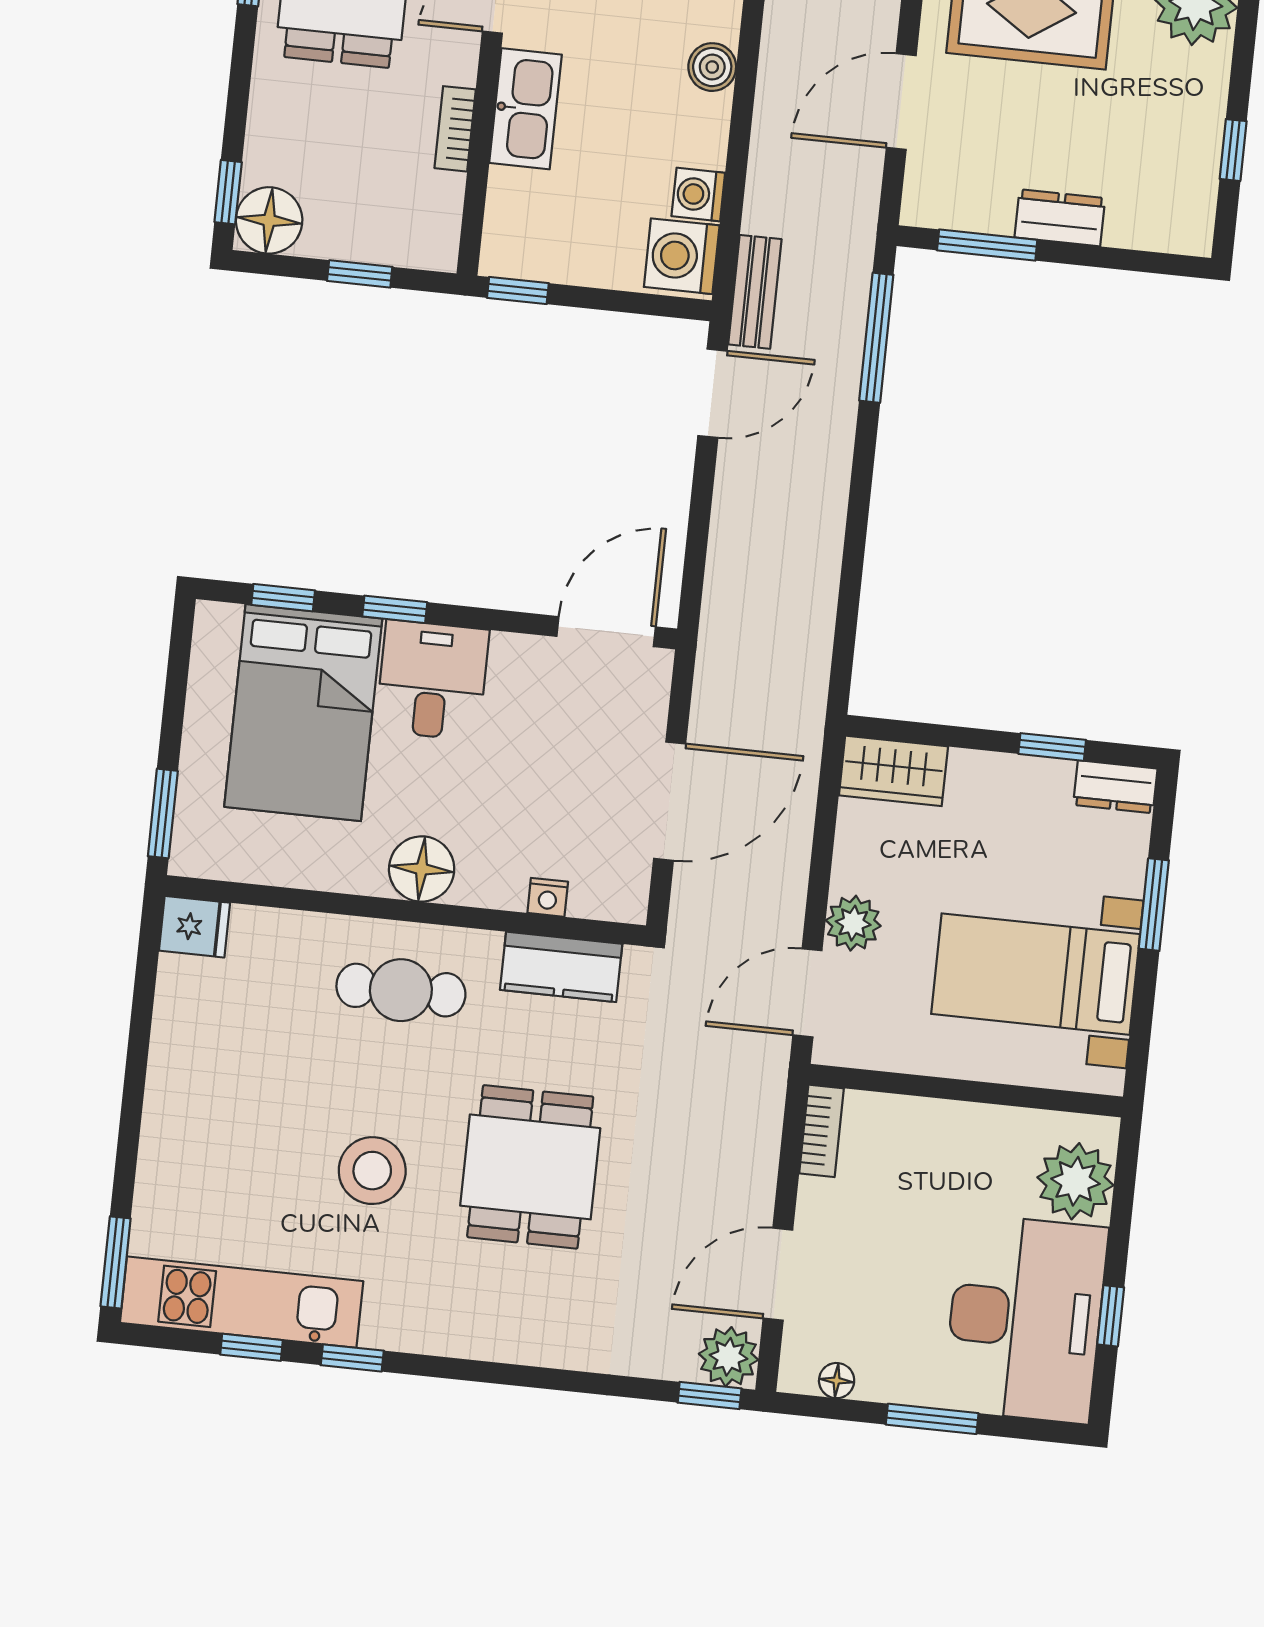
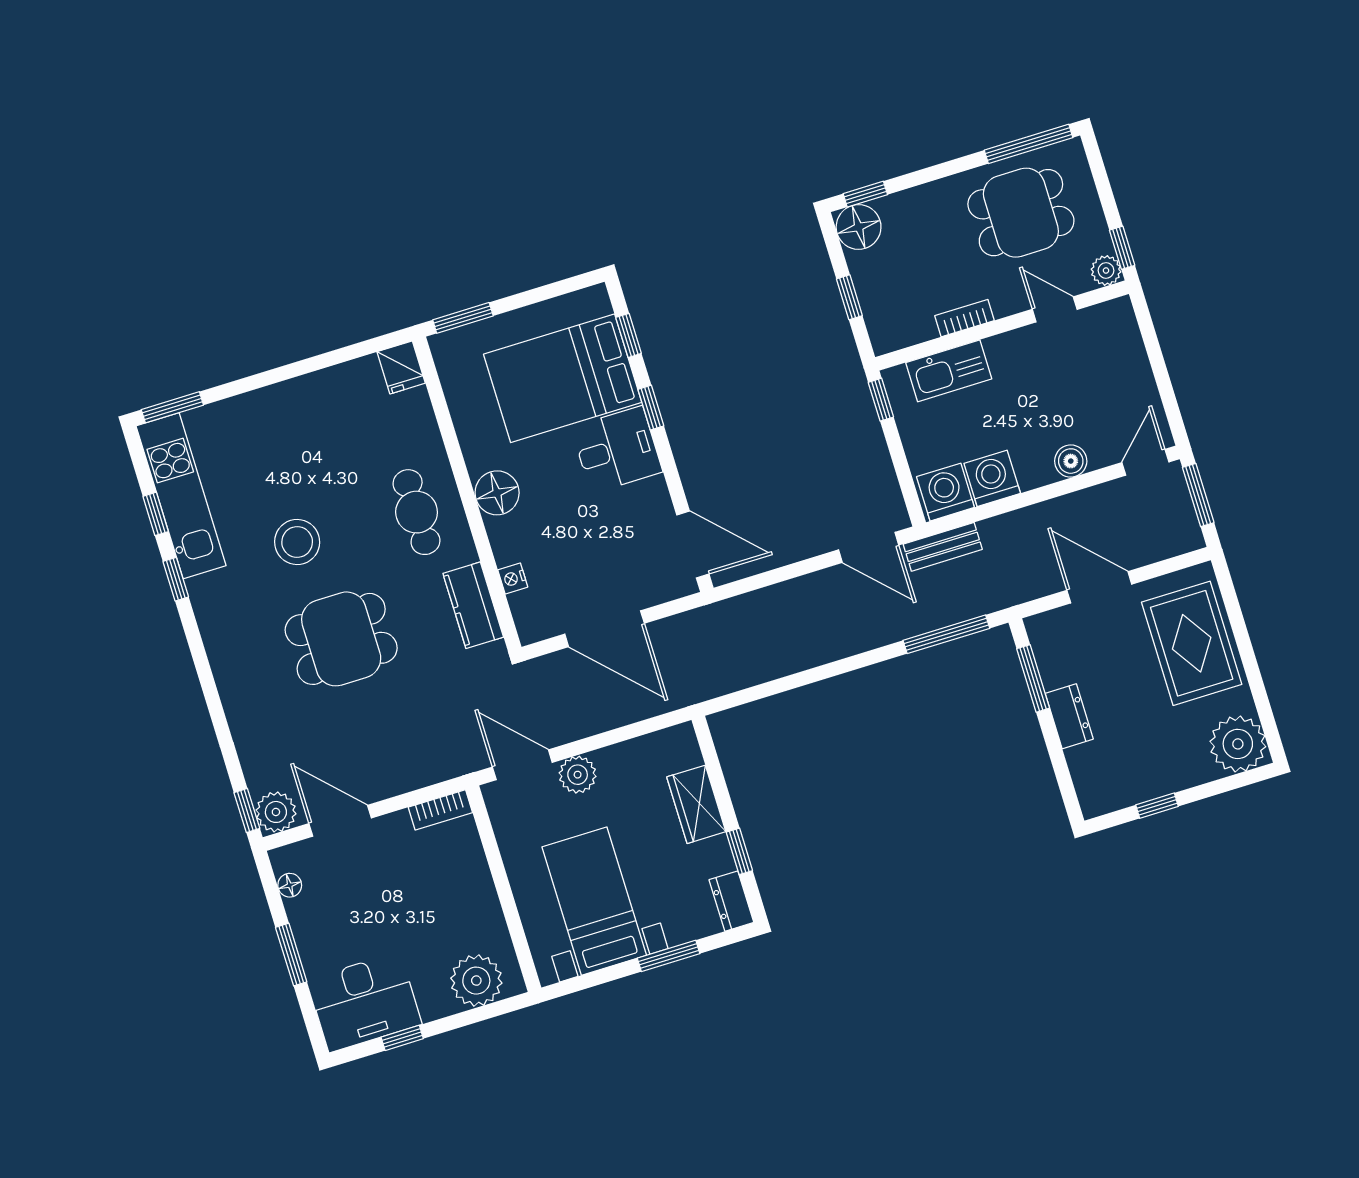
kitchen sink: (525, 109) -> (949, 371), moved
washing machine: (698, 194) -> (992, 478), width x1.38, depth x1.38
wardrobe: (893, 771) -> (696, 804), moved
desk: (1025, 1319) -> (364, 1002), width x0.73, depth x0.77

